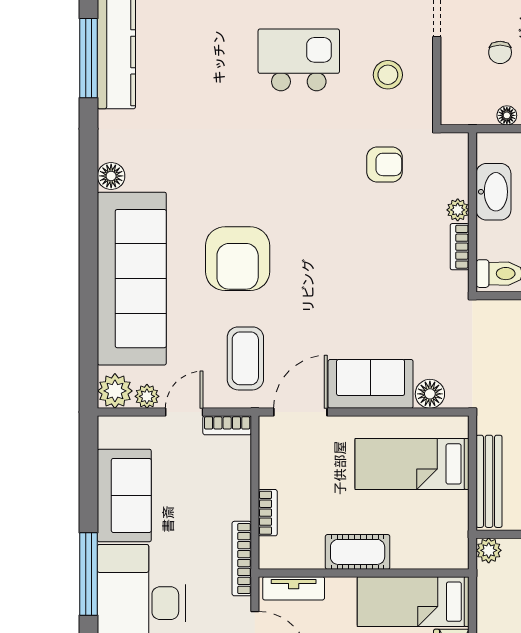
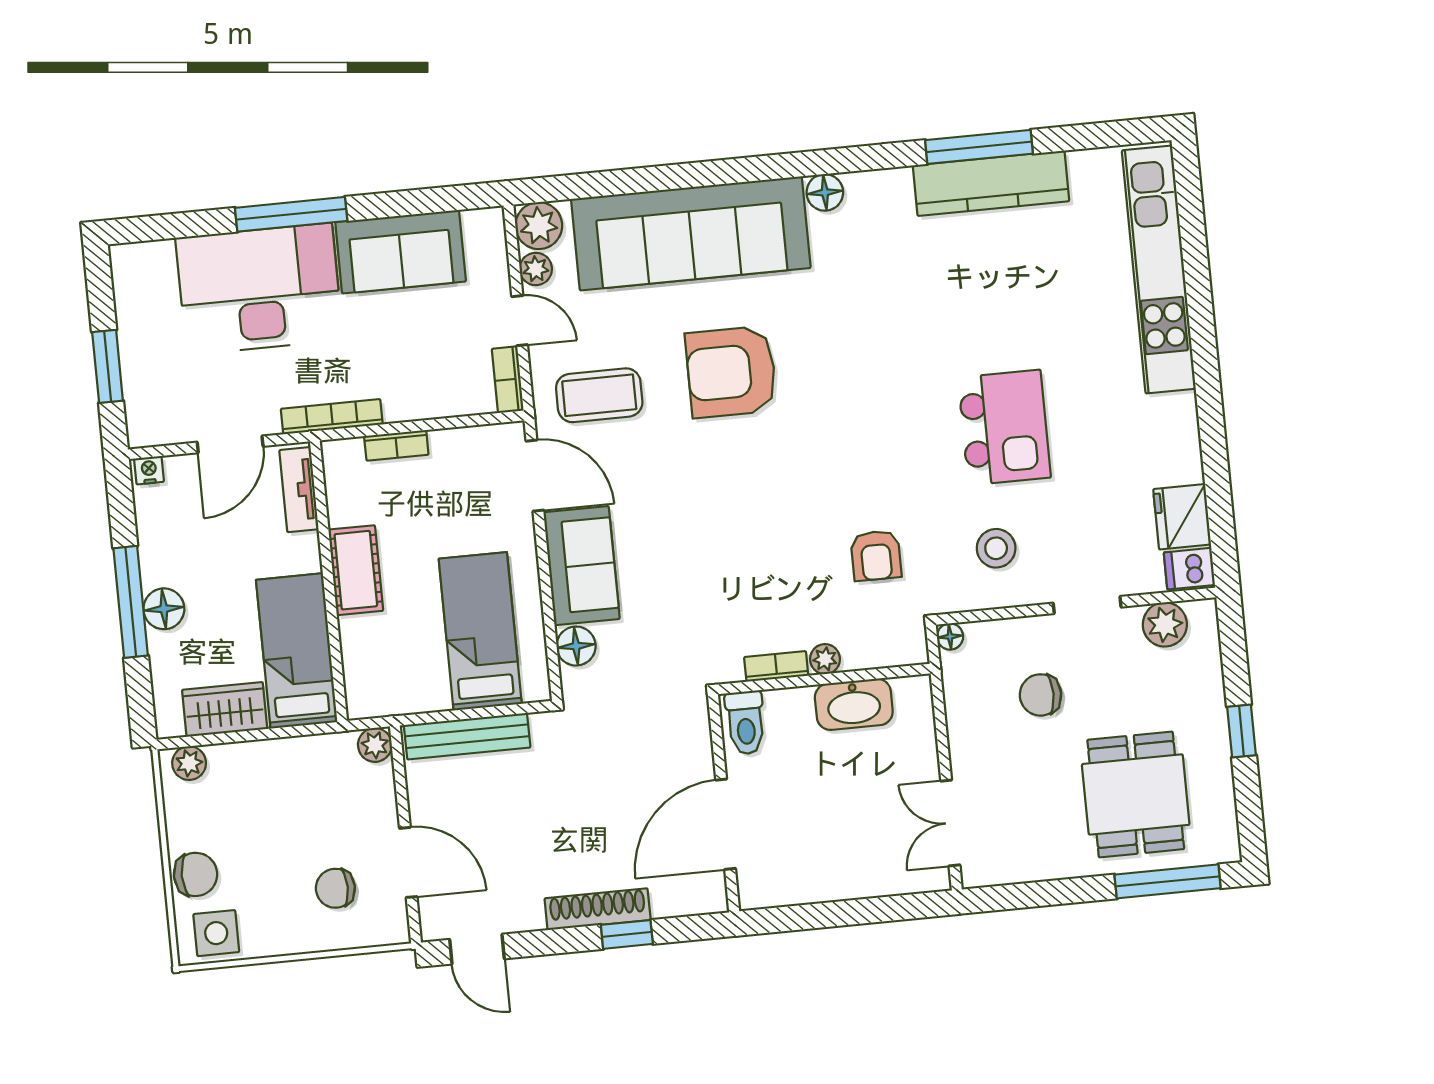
chair: (500, 52) -> (1041, 695), width x1.37, depth x1.37
floor lamp: (507, 115) -> (950, 637), moved

